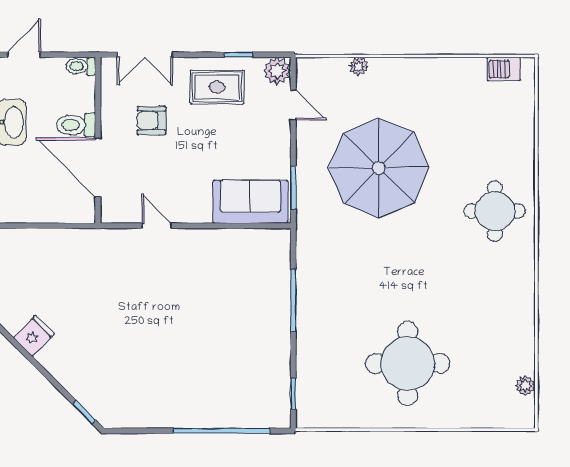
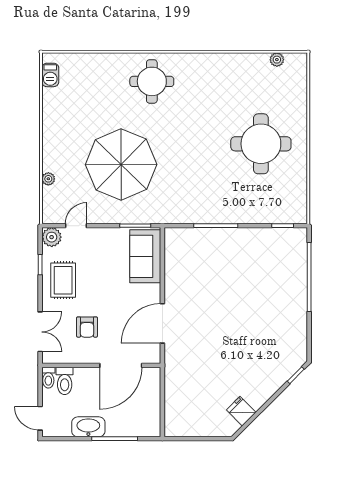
toilet: (76, 125) -> (65, 381), moved
door: (157, 226) -> (162, 323), width x1.87

